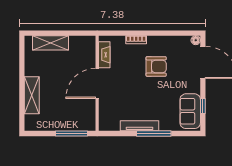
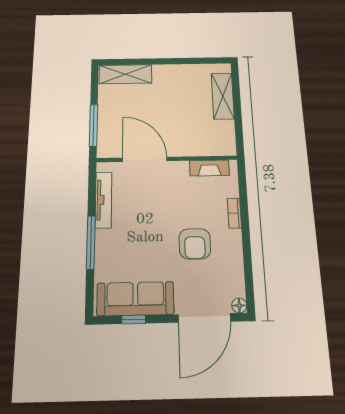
door: (97, 83) -> (145, 159), moved
shelving: (32, 95) -> (125, 74), moved
sofa: (190, 111) -> (135, 299), width x1.36
tv unit: (139, 126) -> (103, 200), moved

